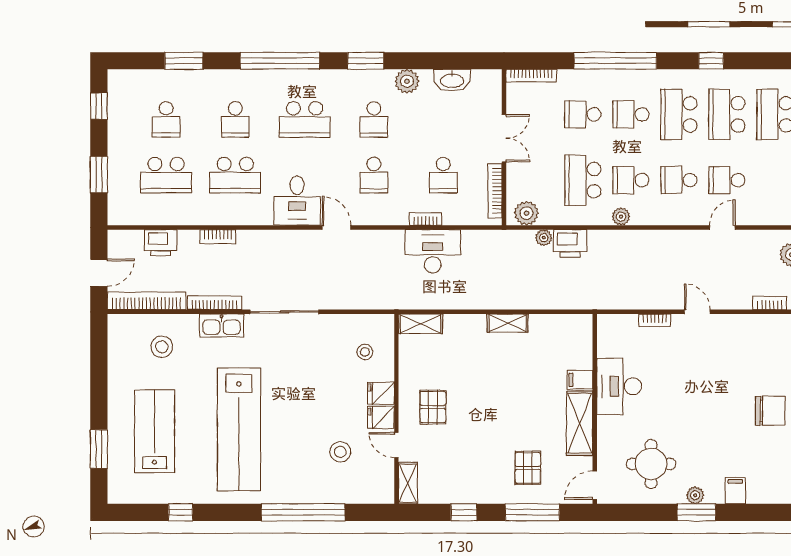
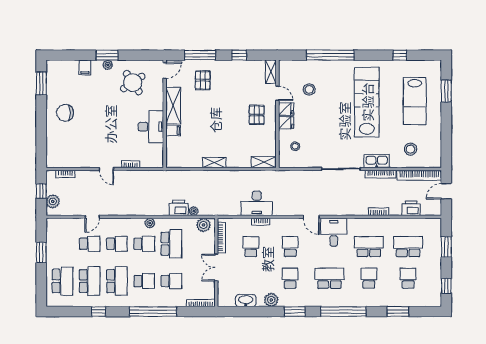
round table: (651, 464) -> (133, 83), turned -34

